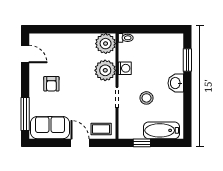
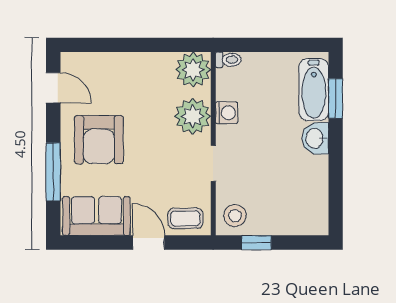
armchair: (51, 84) -> (99, 140), width x1.88, depth x1.88
stool: (146, 98) -> (235, 216), moved
window: (25, 114) -> (53, 172), moved
bathtub: (161, 130) -> (314, 90), moved, turned -90

